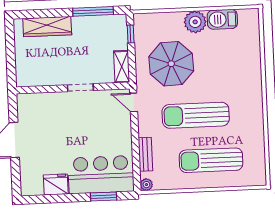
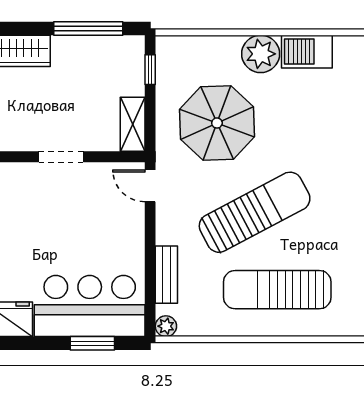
sun lounger: (196, 115) -> (255, 212), turned 152

